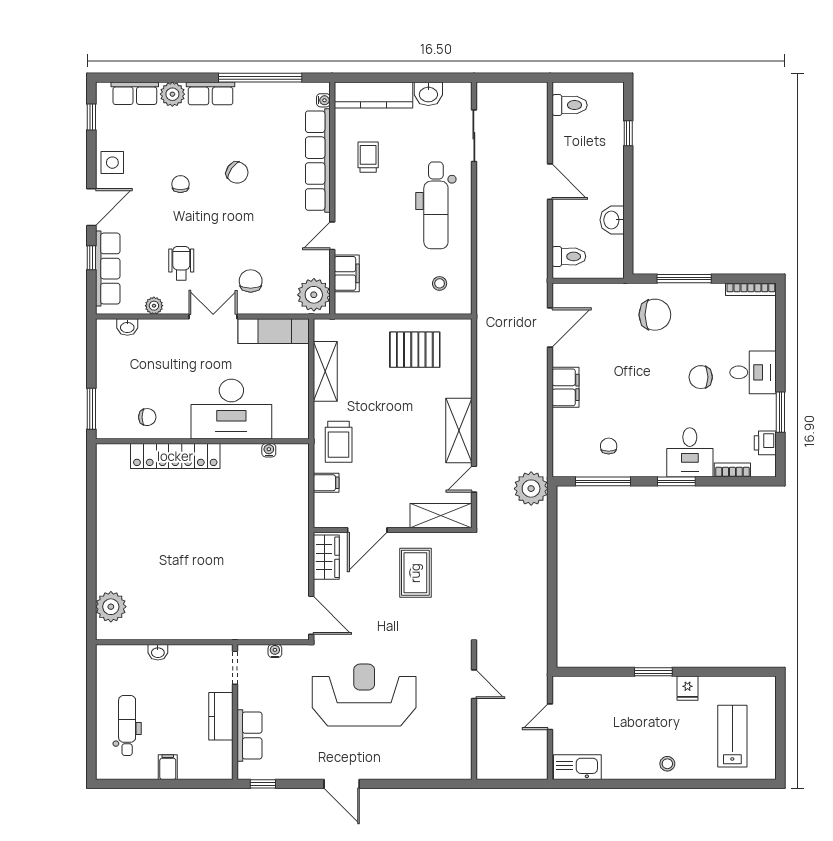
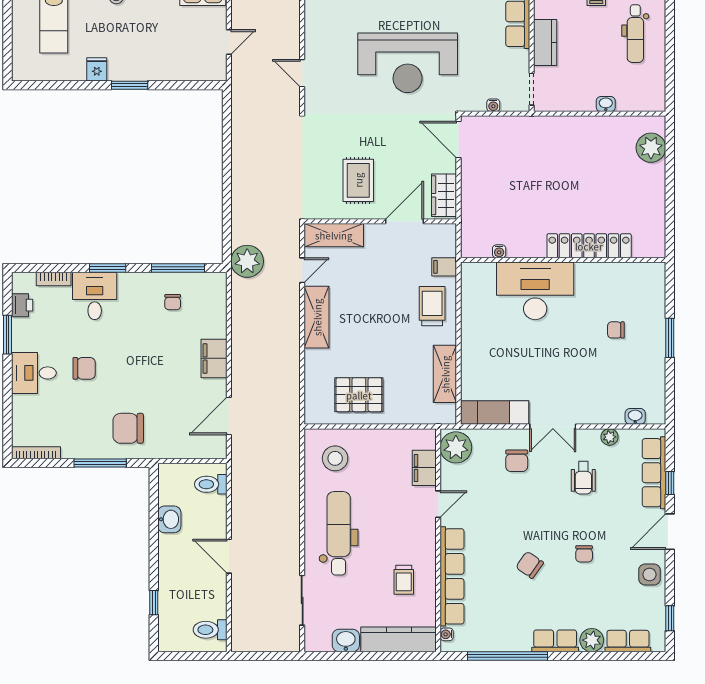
stool: (440, 283) -> (335, 458), width x1.89, depth x1.89
desk: (231, 409) -> (535, 291), moved
wall: (202, 441) -> (563, 260), moved
water cooler: (269, 450) -> (499, 251), moved
locker: (175, 456) -> (589, 246), moved

